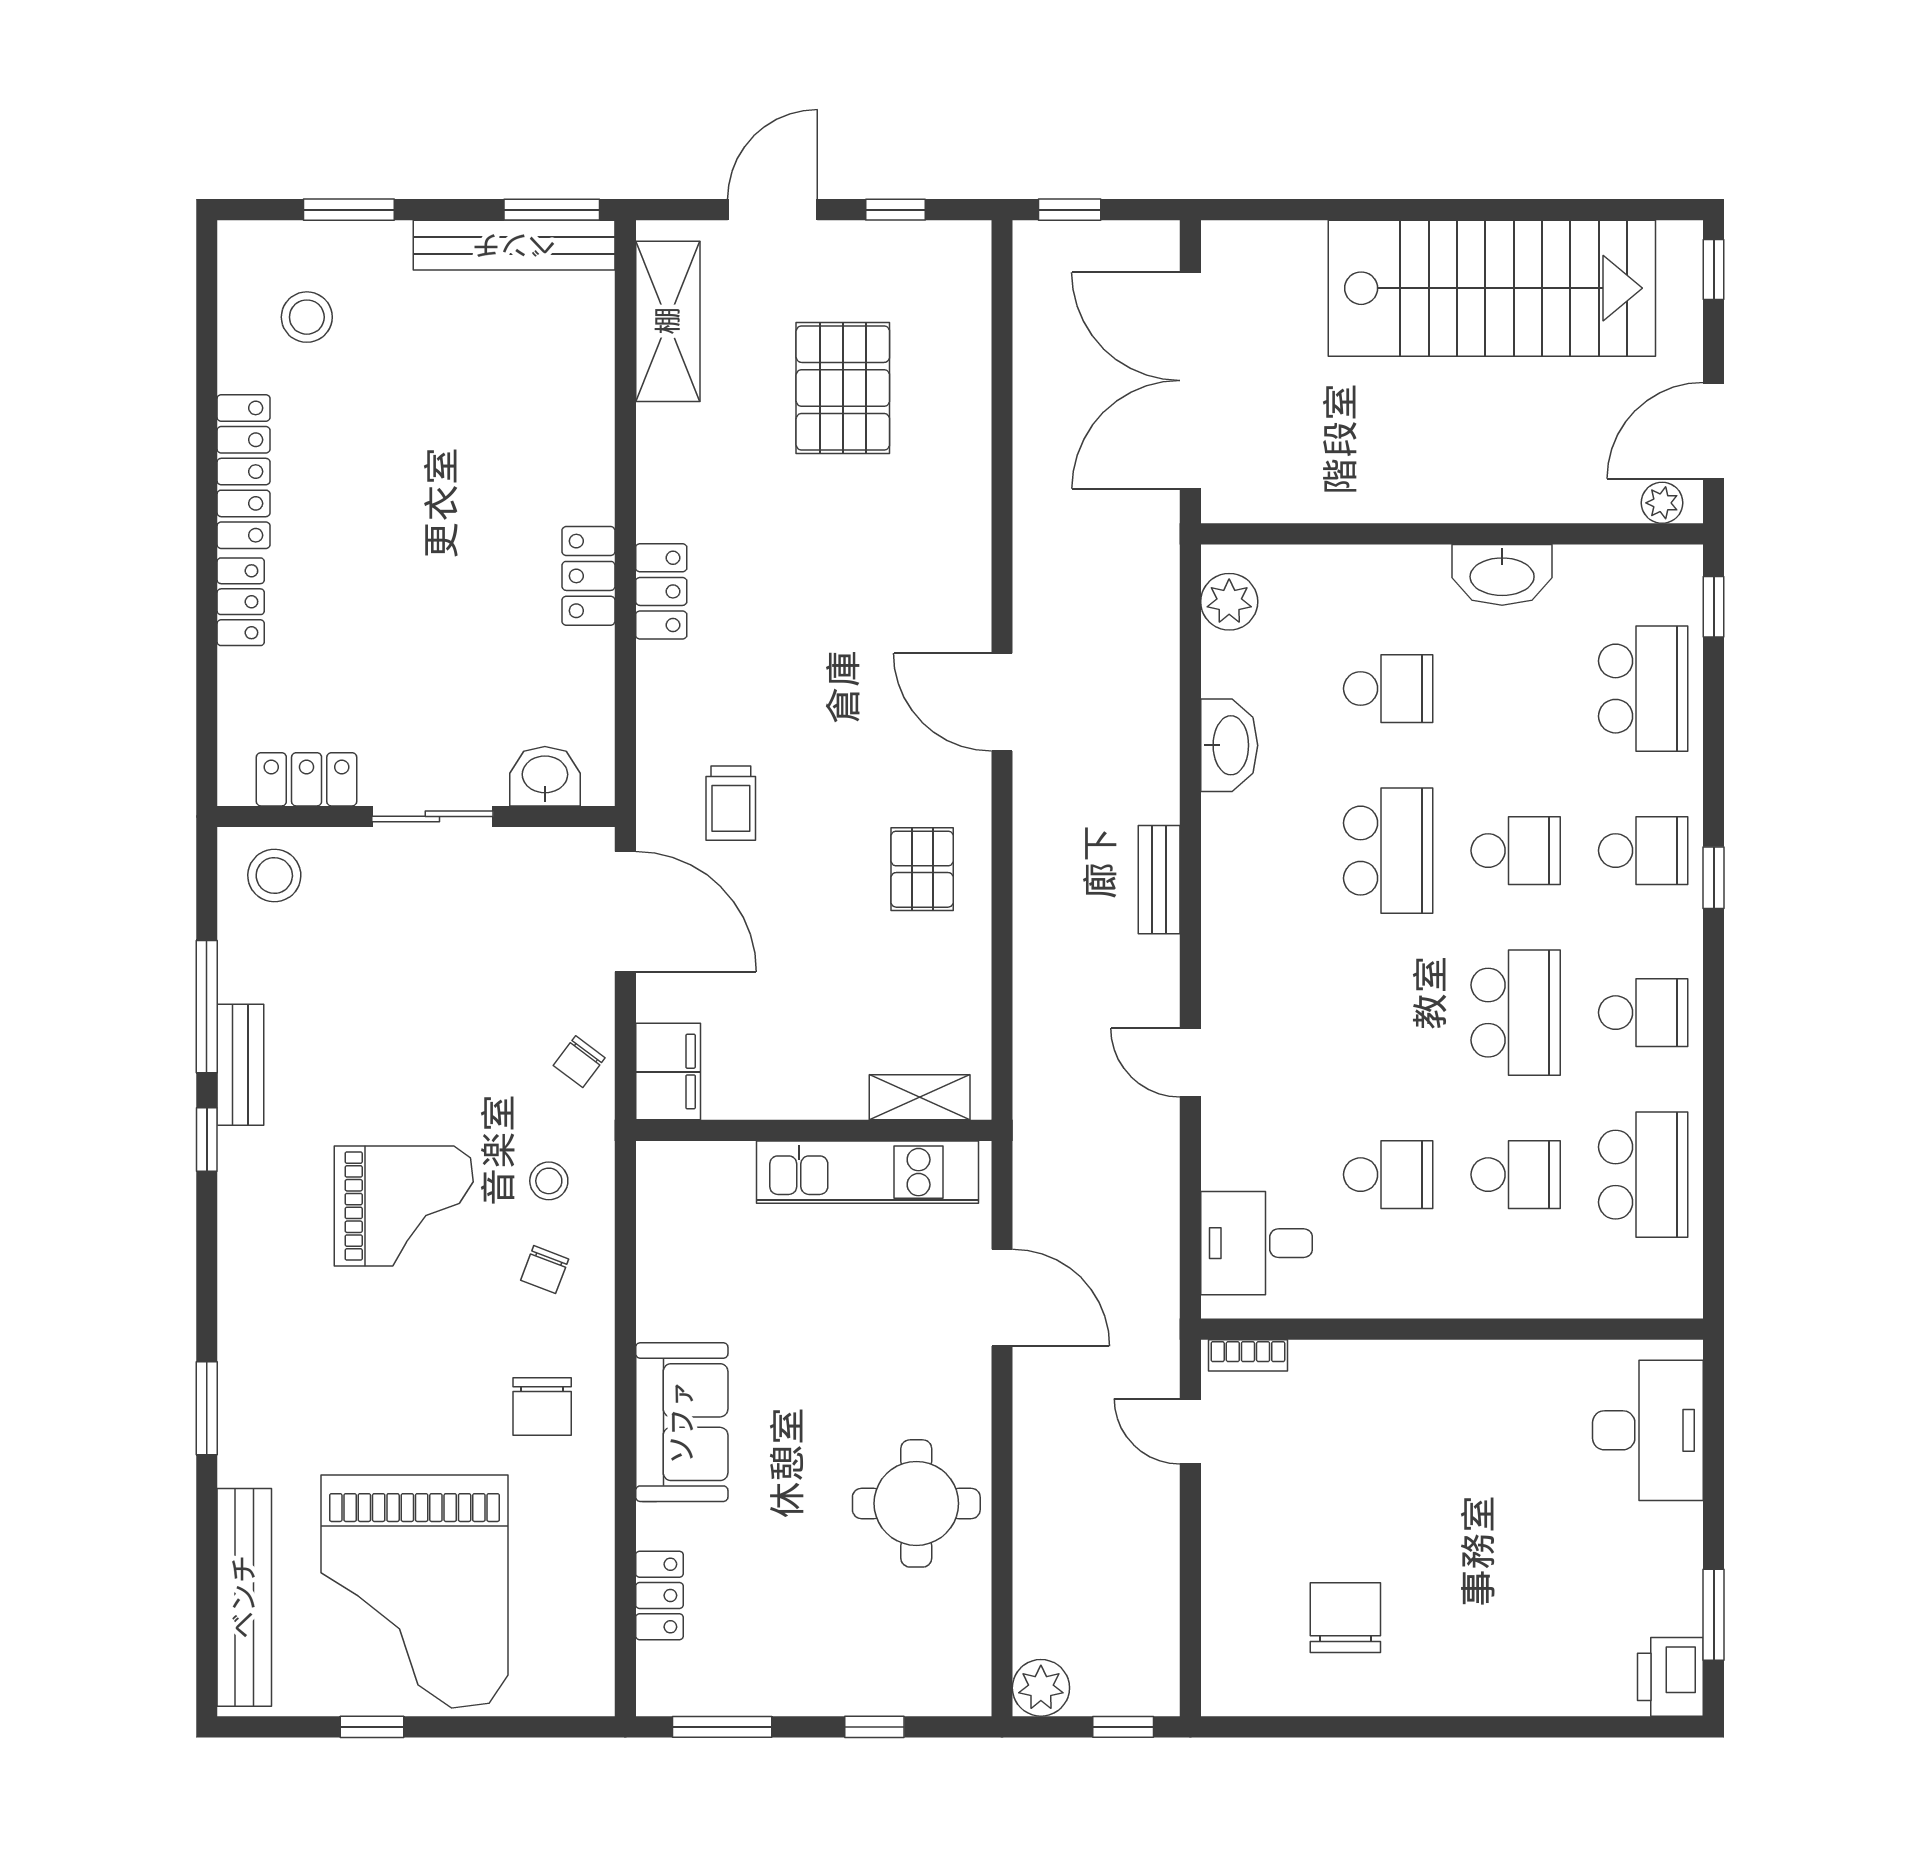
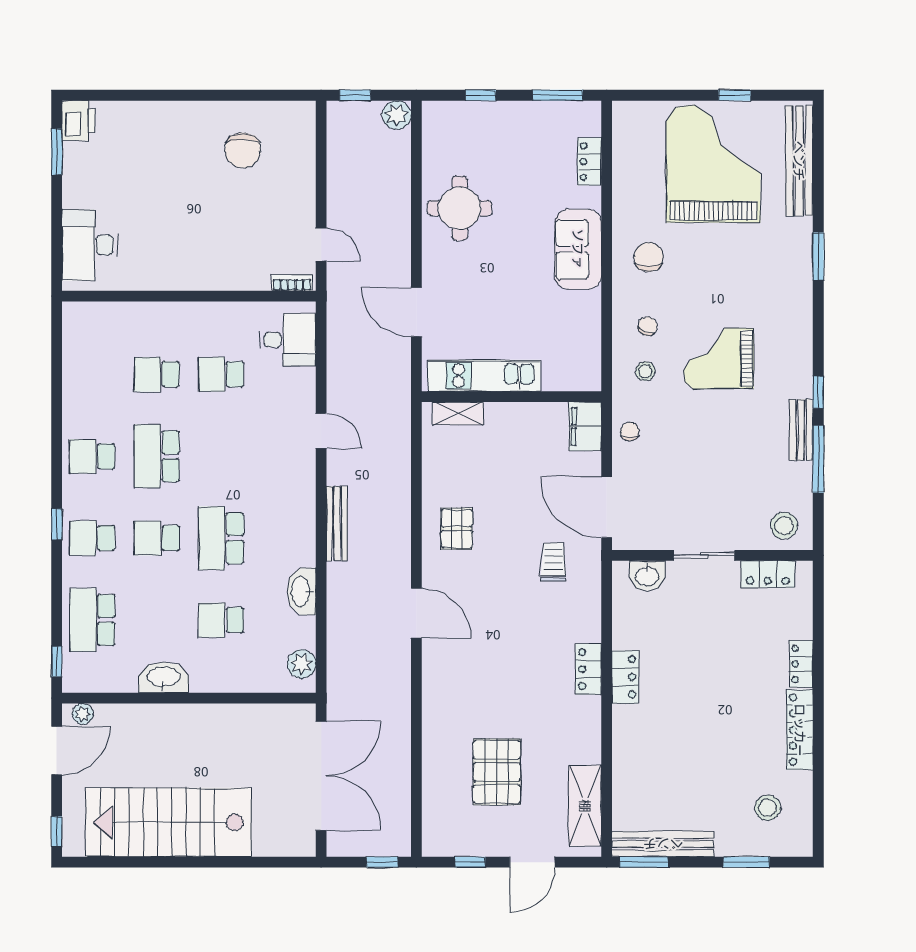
bench: (1159, 880) -> (337, 523), width x1.36
chair: (579, 1062) -> (630, 431), turned -37
school desk: (1643, 1175) -> (92, 374), removed

